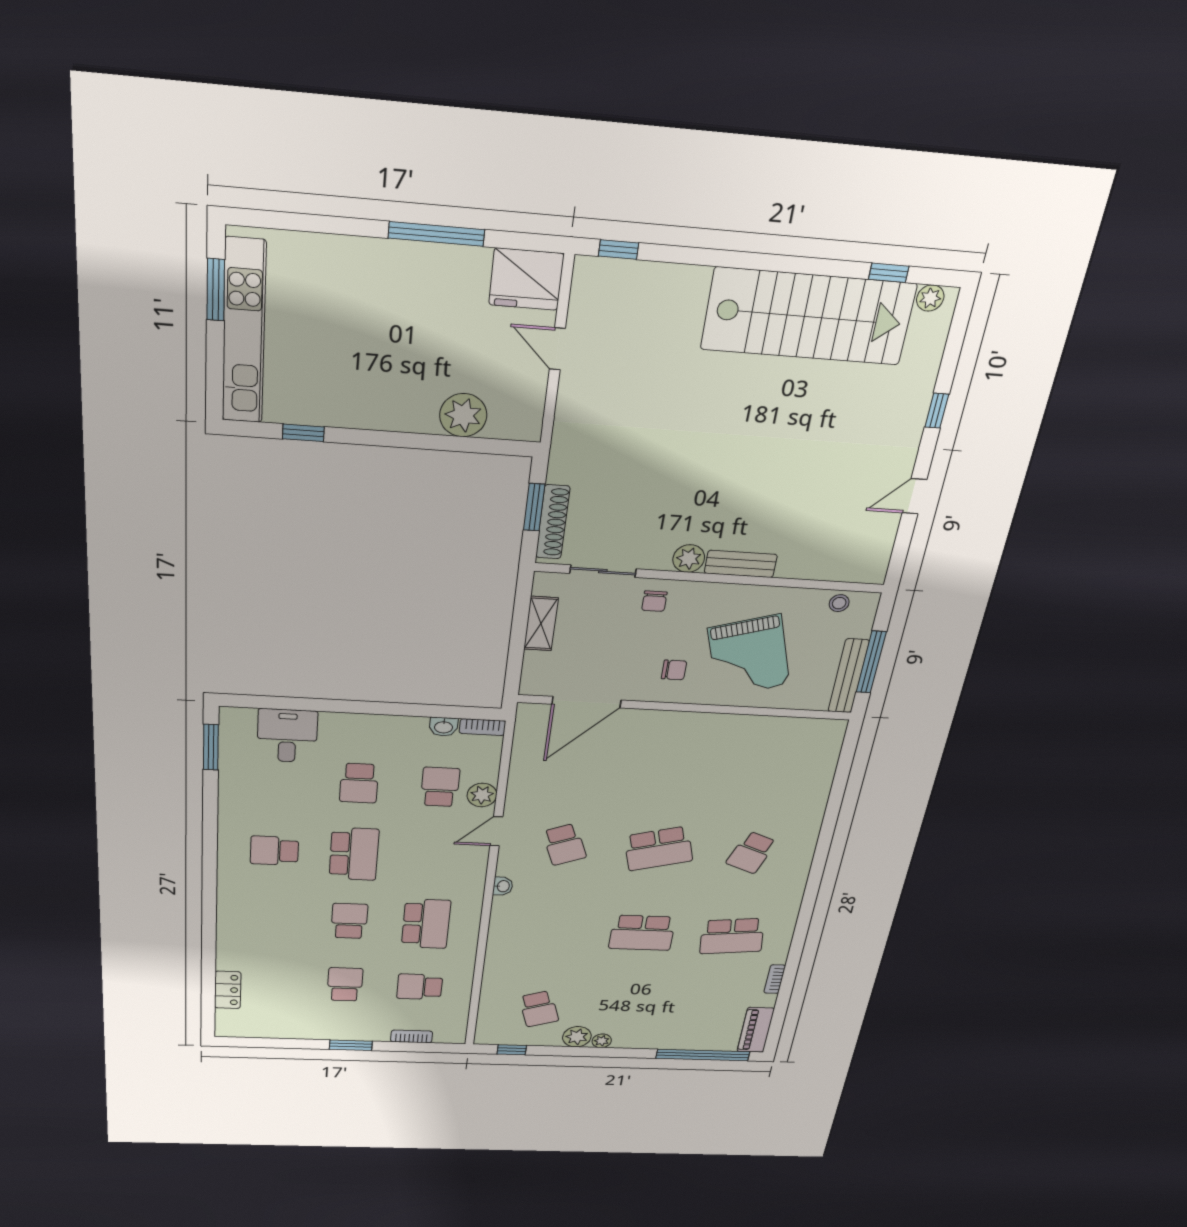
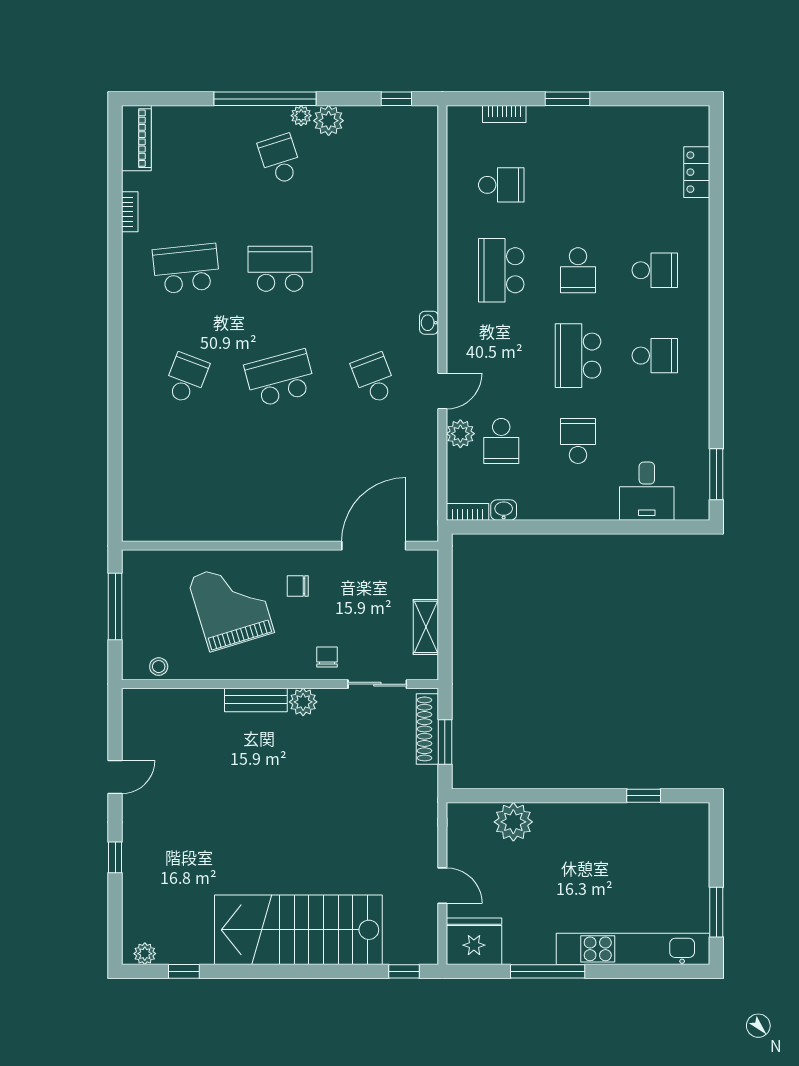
stairs: (808, 317) -> (298, 930), moved
kitchen unit: (244, 332) -> (633, 949), moved, turned 90
bench: (849, 676) -> (133, 590), removed
school desk: (345, 984) -> (655, 270), moved, turned -90
school desk: (539, 1009) -> (280, 159), moved
window: (703, 1055) -> (265, 99), moved

